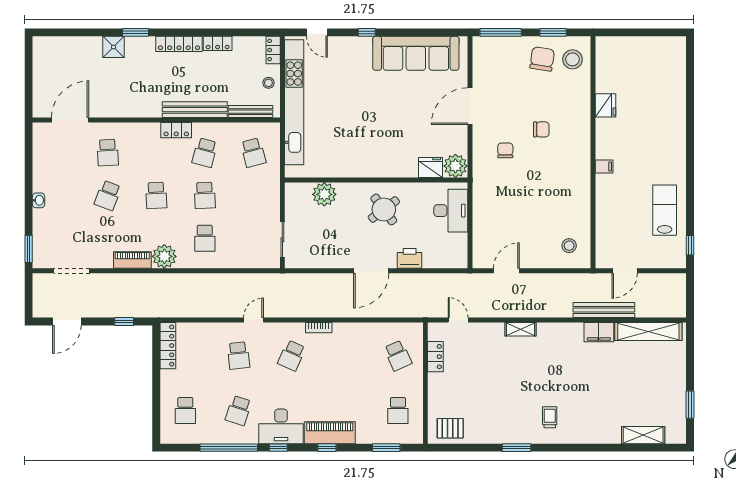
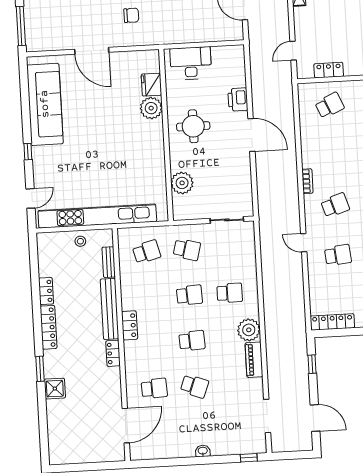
locker: (273, 50) -> (113, 353), moved, turned 90
bench: (251, 112) -> (109, 262), width x0.73
door: (70, 120) -> (126, 426), swing flipped
chair: (505, 150) -> (131, 15), turned 180
school desk: (205, 153) -> (187, 250), moved
plant: (455, 166) -> (151, 108), moved
round table: (384, 209) -> (193, 126), turned 37
window: (29, 249) -> (249, 458), width x0.67
school desk: (292, 356) -> (335, 205), turned -42

